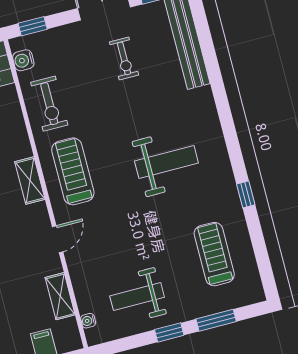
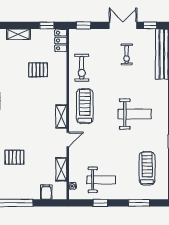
water cooler: (23, 60) -> (74, 42), removed
shelving: (30, 180) -> (61, 117), moved
weight bench: (137, 297) -> (101, 180), turned 180
window: (169, 332) -> (100, 203), moved

